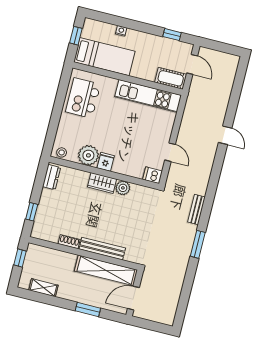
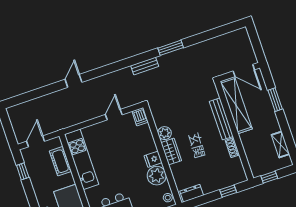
cot: (171, 78) -> (60, 161), moved

